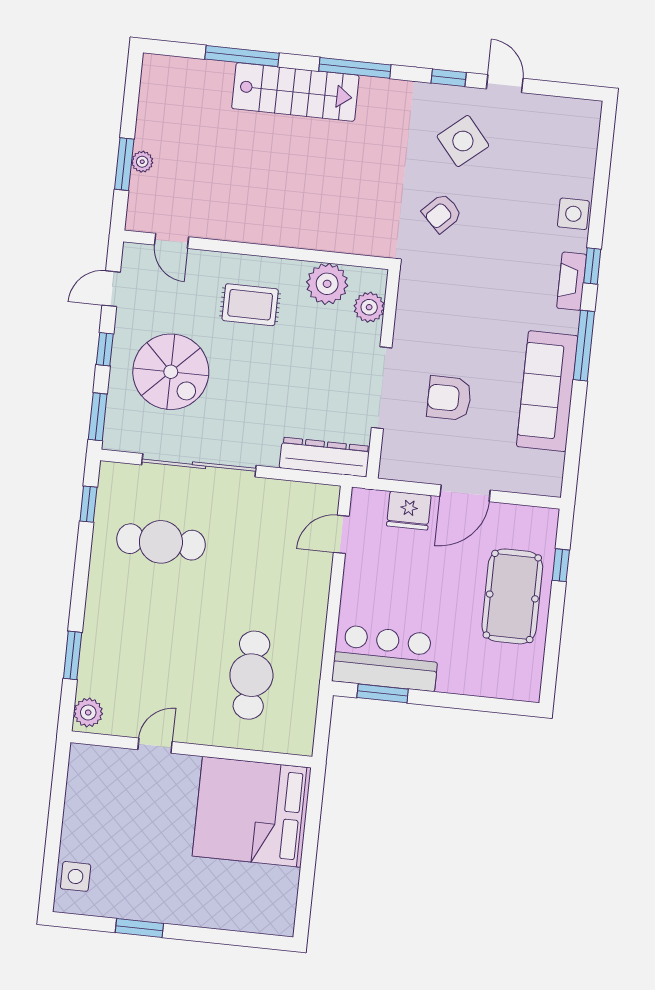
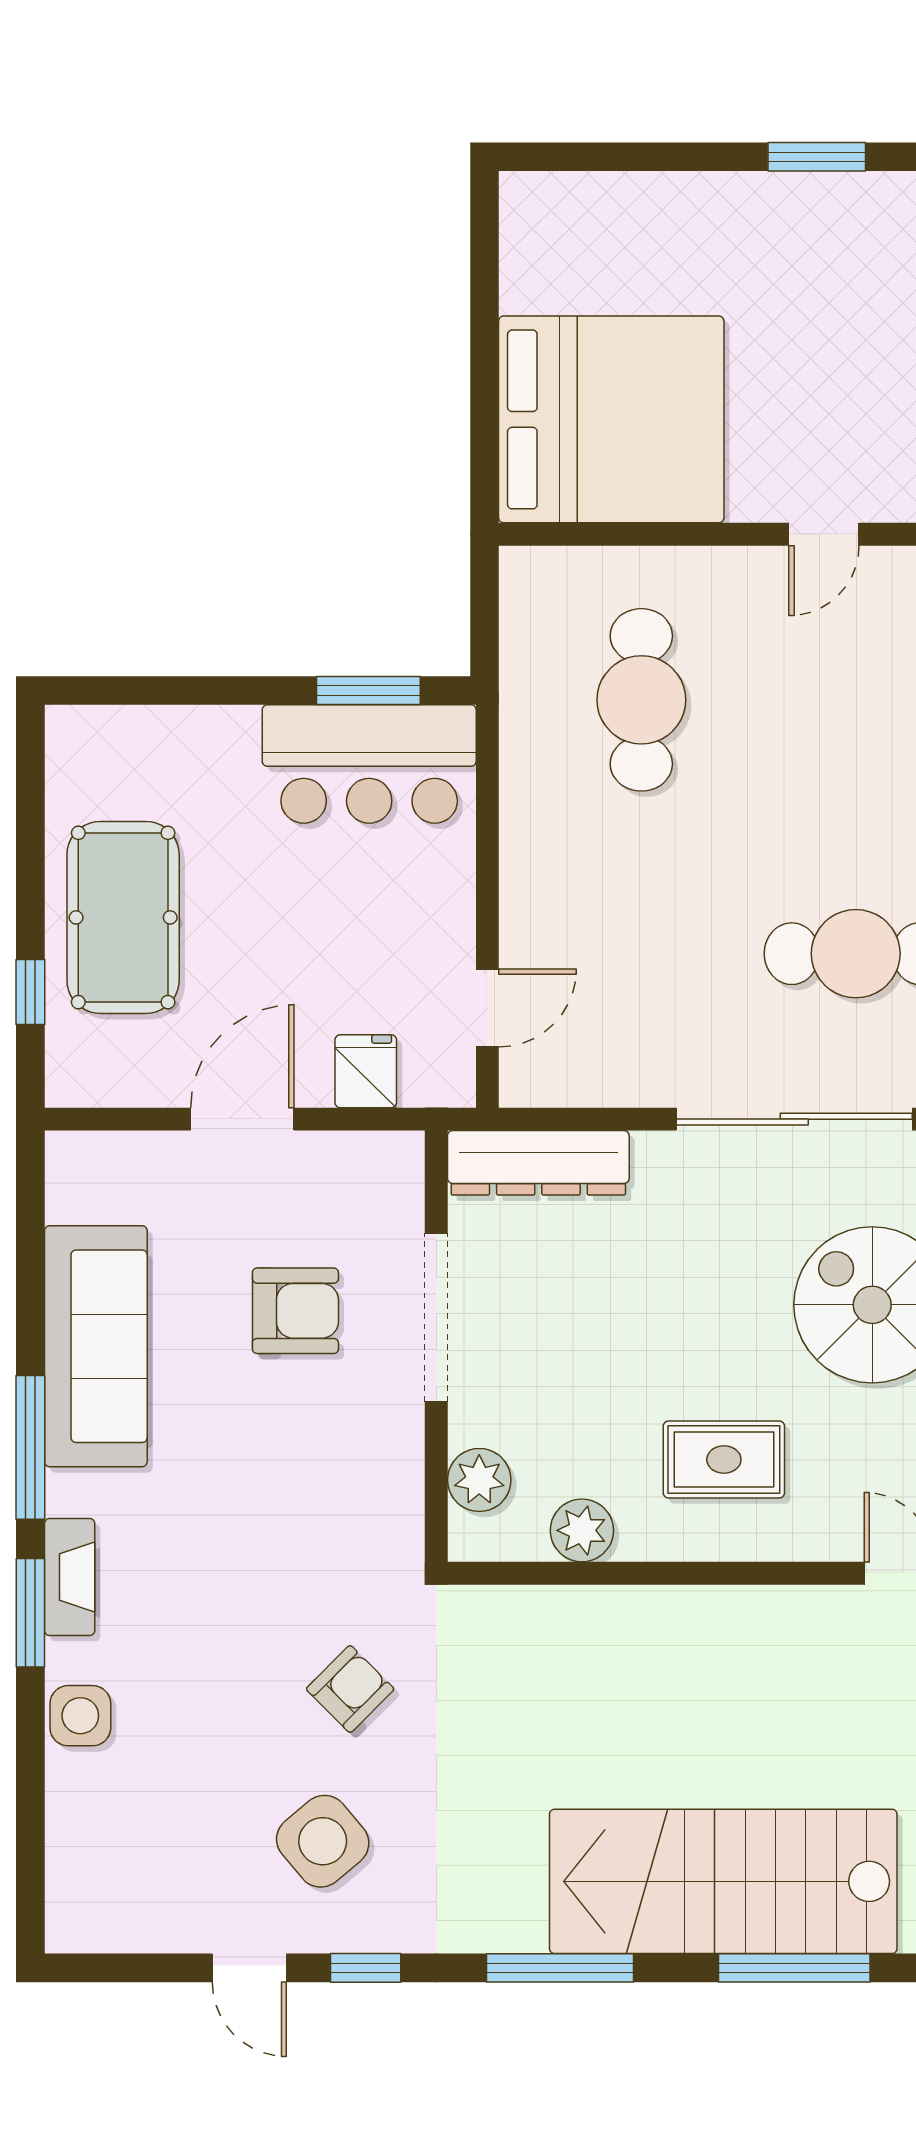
stairs: (295, 92) -> (723, 1881), width x1.36, depth x1.51
window: (592, 266) -> (30, 1613), width x1.50
plant: (327, 284) -> (582, 1530), width x0.73, depth x0.73
fridge: (409, 511) -> (366, 1071), width x0.72

